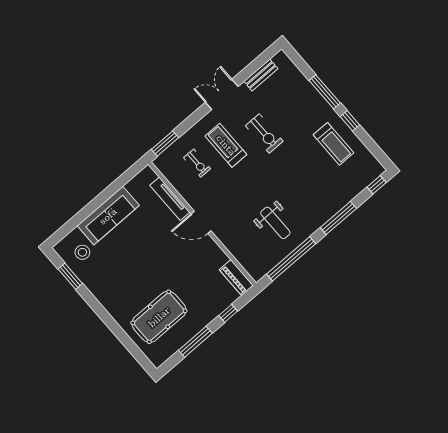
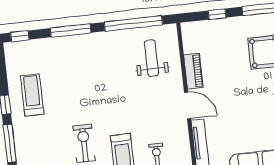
weight bench: (275, 223) -> (151, 58), moved
piano: (236, 278) -> (193, 71), moved

